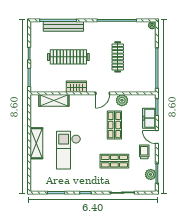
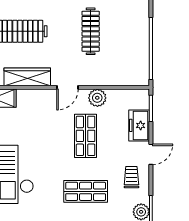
wardrobe: (76, 87) -> (27, 77), width x1.50
door: (157, 137) -> (151, 154), swing flipped

